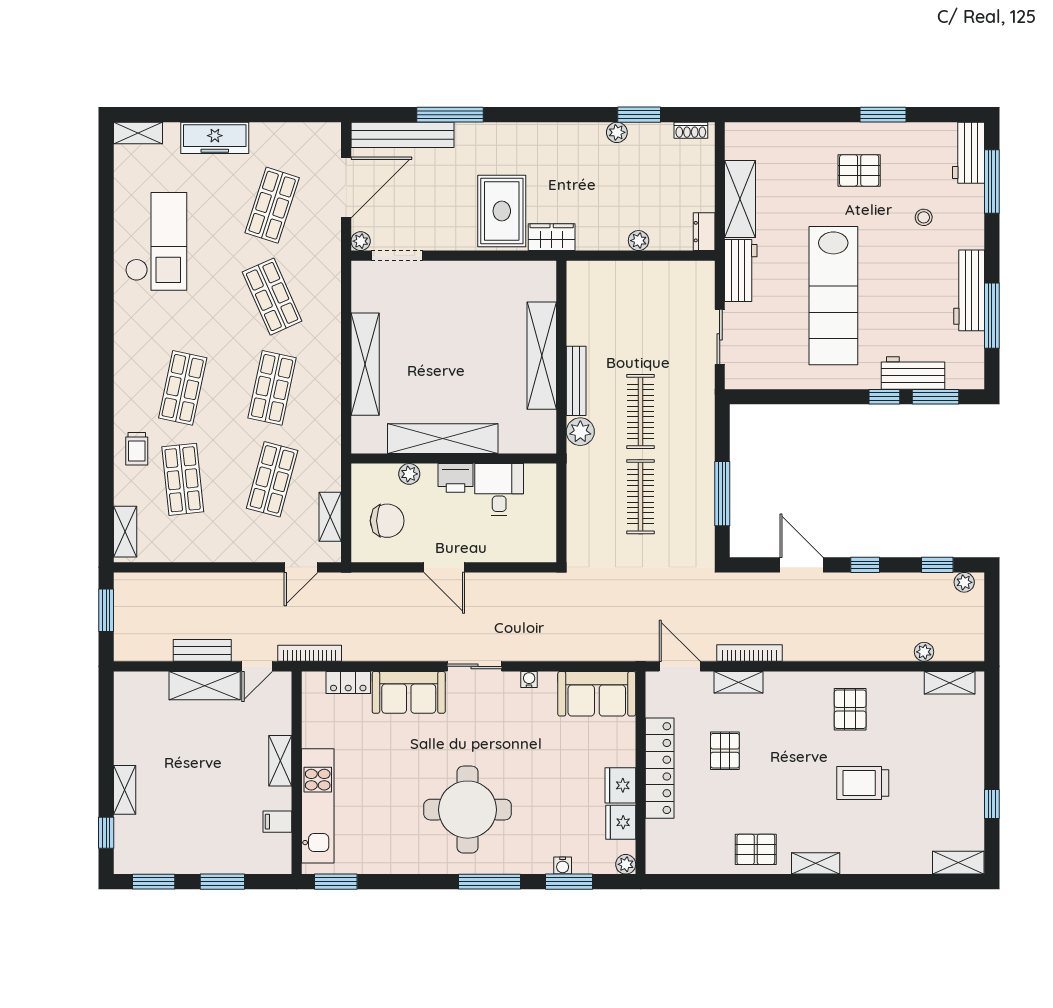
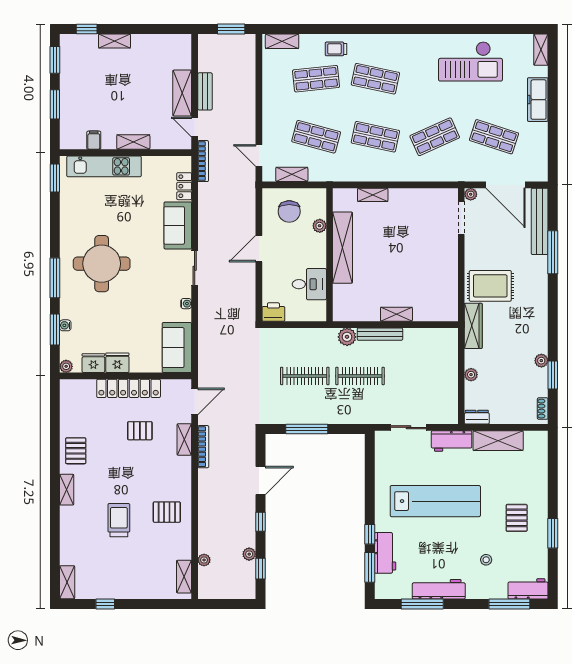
wardrobe: (552, 237) -> (473, 326), width x1.50
lab bench: (833, 296) -> (435, 501), turned 180
shelving: (542, 356) -> (396, 314), width x0.45, depth x0.75
shelving: (365, 364) -> (373, 195), width x0.45, depth x0.75
printer: (455, 478) -> (273, 312), moved, turned 90
plant: (964, 582) -> (249, 554), moved

